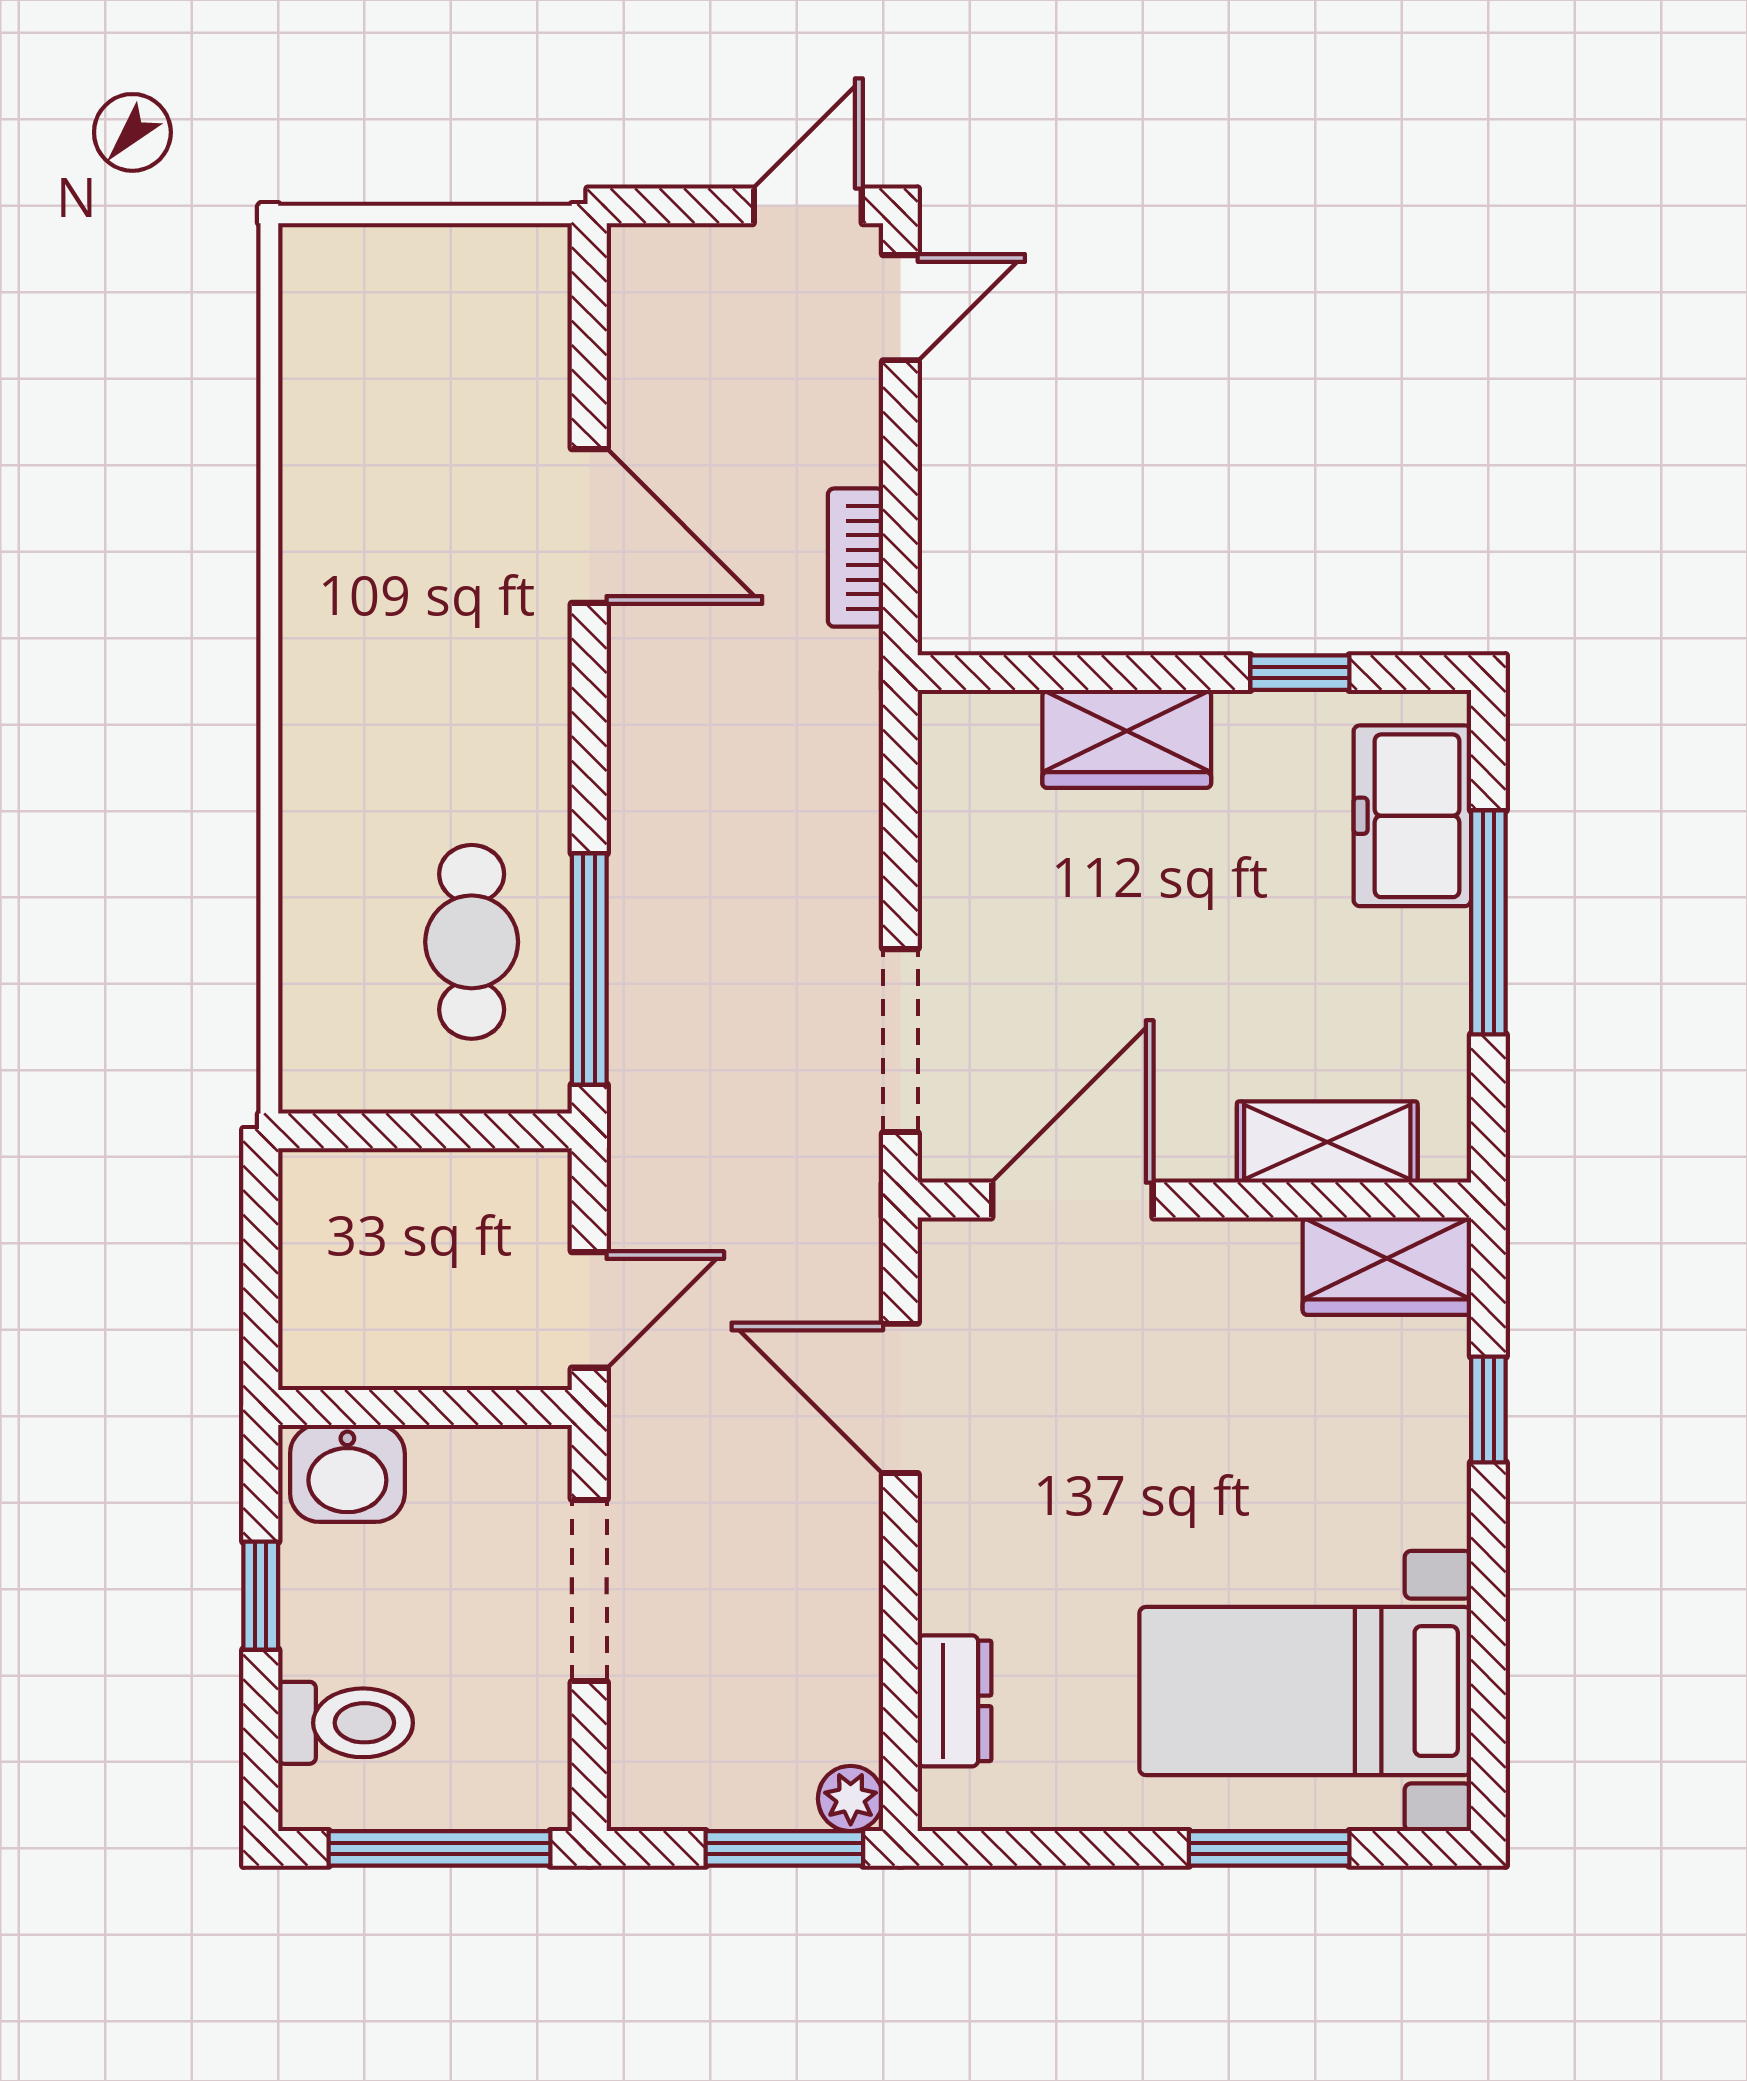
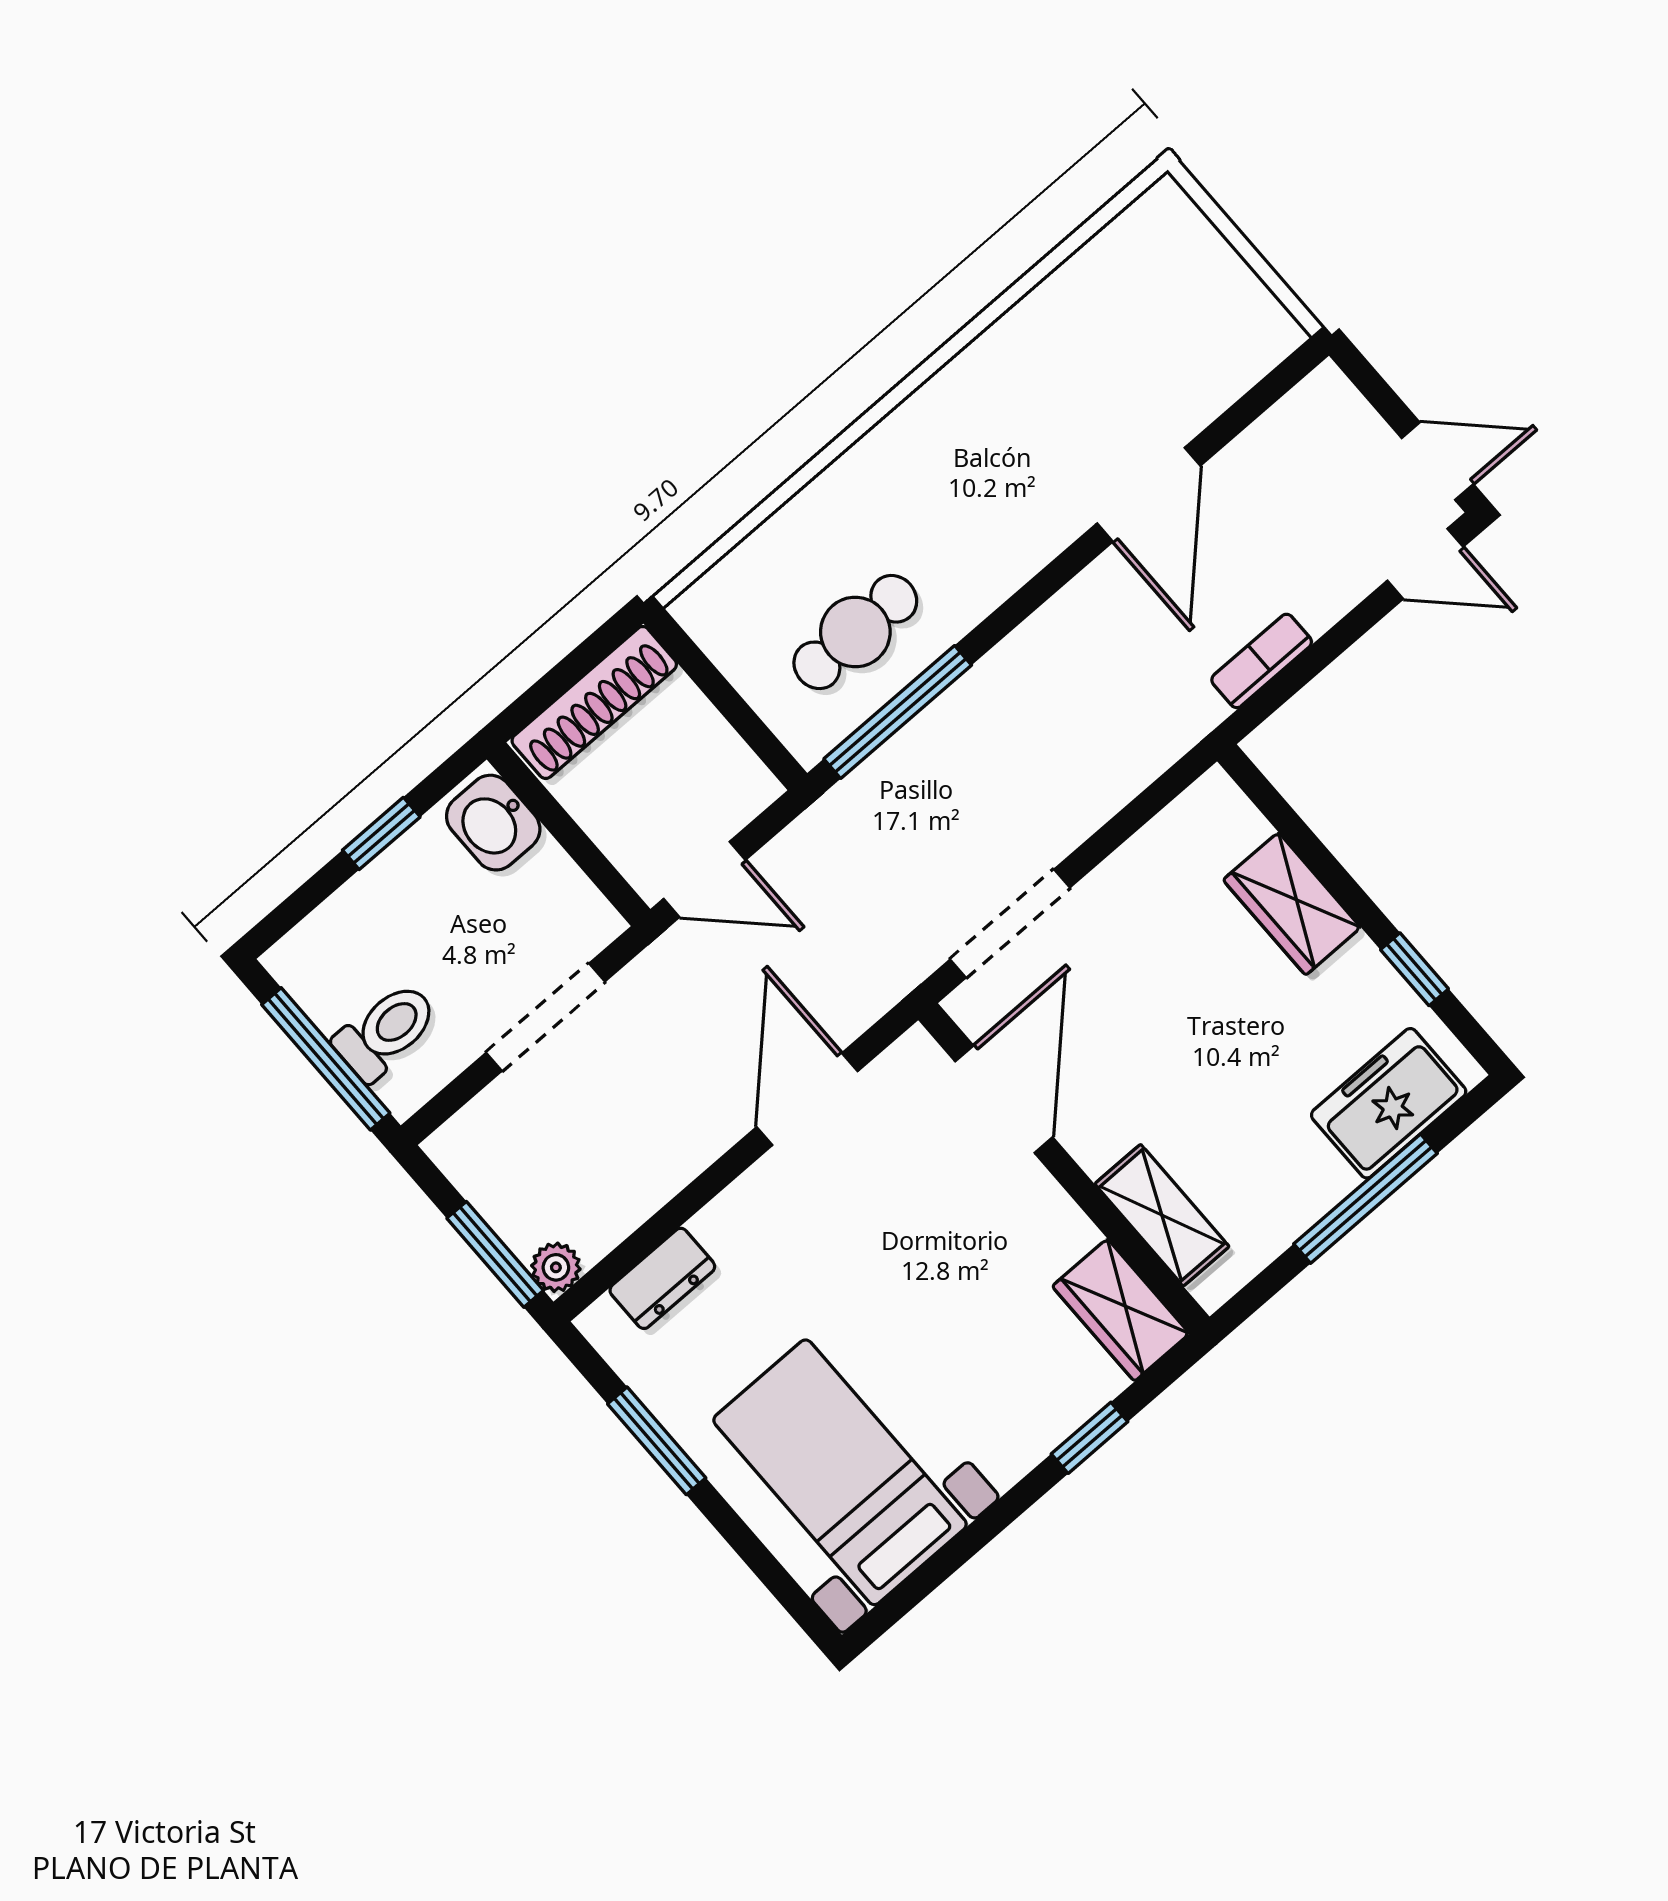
door: (1072, 1200) -> (1004, 1099), hinge flipped
shoe rack: (315, 1267) -> (594, 703), added
toilet: (346, 1723) -> (386, 1031), moved, turned -90
window: (1269, 1848) -> (657, 1441), moved

